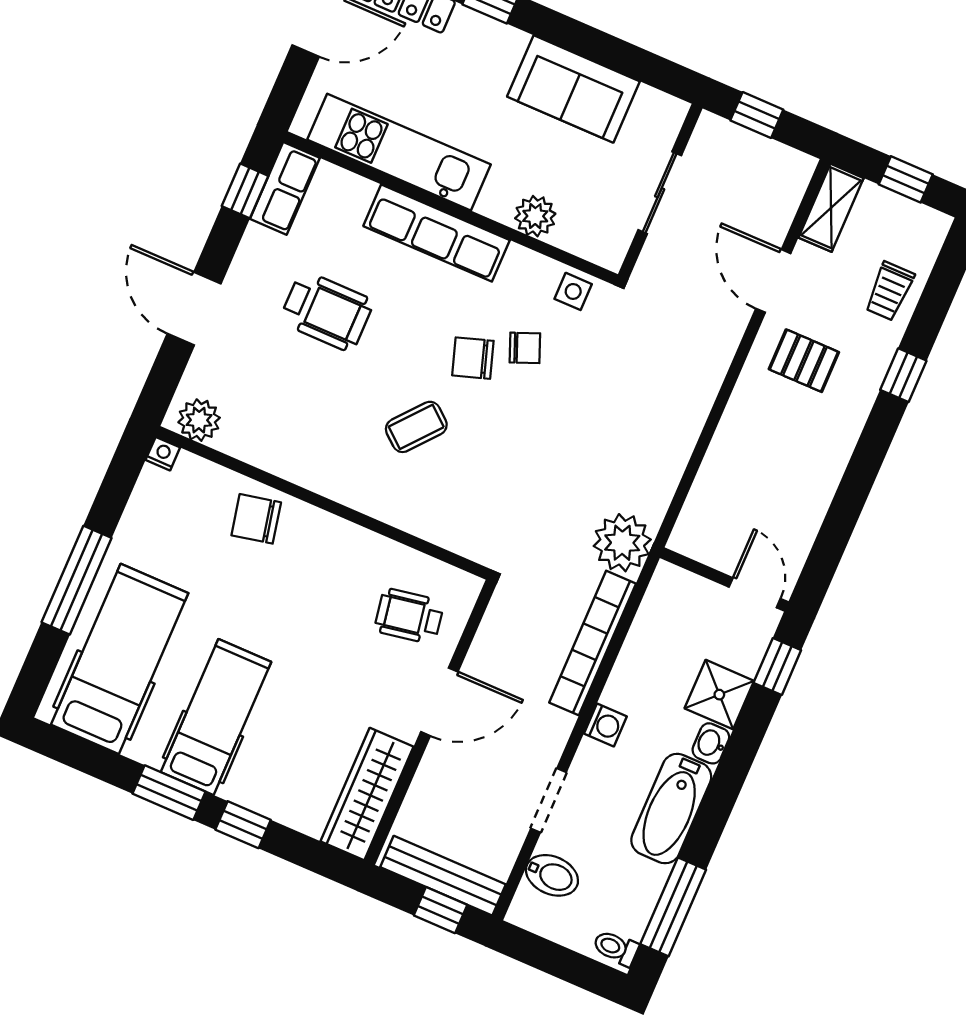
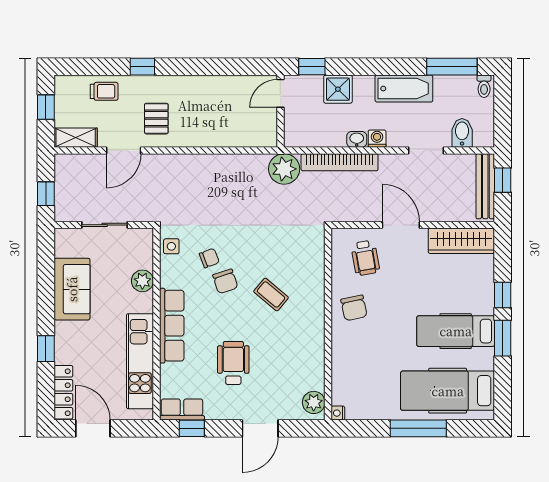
chair: (525, 348) -> (209, 258), turned 91
chair: (256, 519) -> (354, 308), moved
washbasin: (711, 743) -> (357, 139), moved, turned 180

